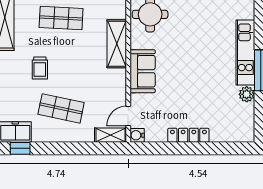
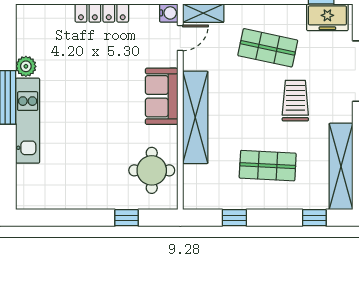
shelving: (117, 44) -> (195, 117), width x1.47
trolley: (40, 68) -> (295, 101), width x1.36, depth x1.39

